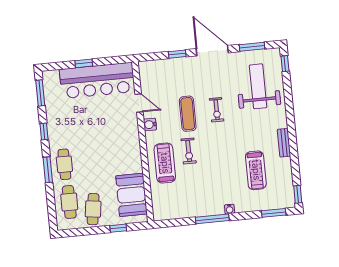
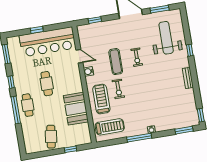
window: (177, 54) -> (95, 20), moved
window: (285, 64) -> (190, 50), moved
window: (48, 170) -> (16, 110), width x1.44
treadmill: (256, 170) -> (110, 127), moved, turned -90
booth: (131, 195) -> (76, 109), moved
cafe table: (69, 202) -> (47, 84), moved

